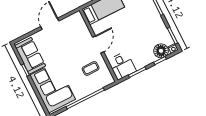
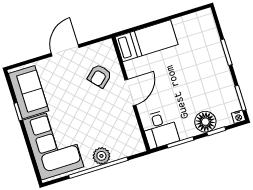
armchair: (76, 37) -> (99, 76), added
floor lamp: (161, 51) -> (205, 122), moved
coffee table: (91, 68) -> (113, 125), removed
plant: (86, 90) -> (101, 156), added

